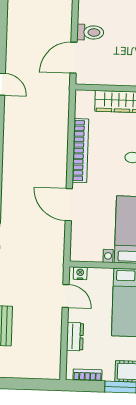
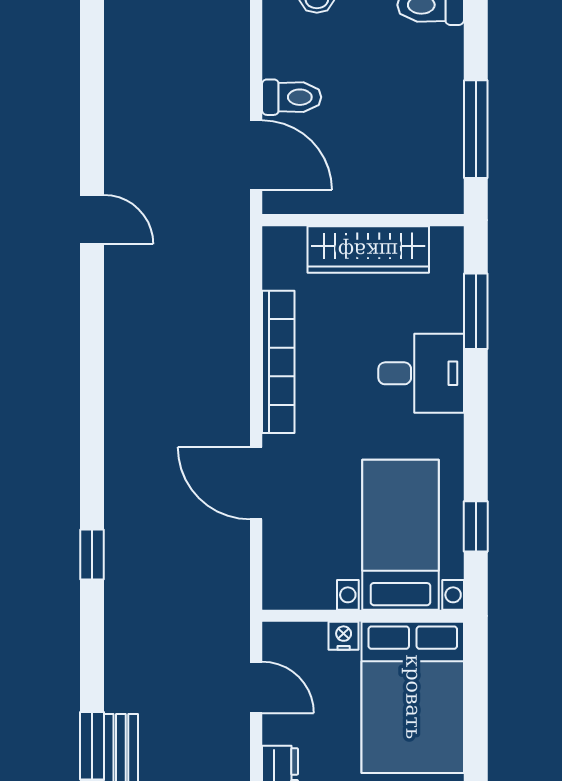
door: (74, 58) -> (256, 155), swing flipped
nightstand: (80, 273) -> (344, 636), moved

